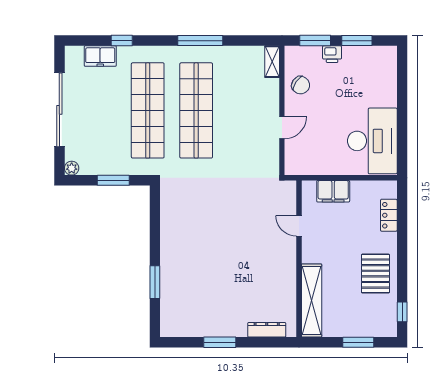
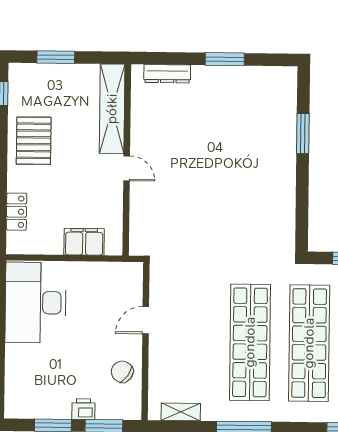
shelving: (272, 62) -> (181, 412), moved, turned 90
door: (299, 226) -> (127, 168), moved

